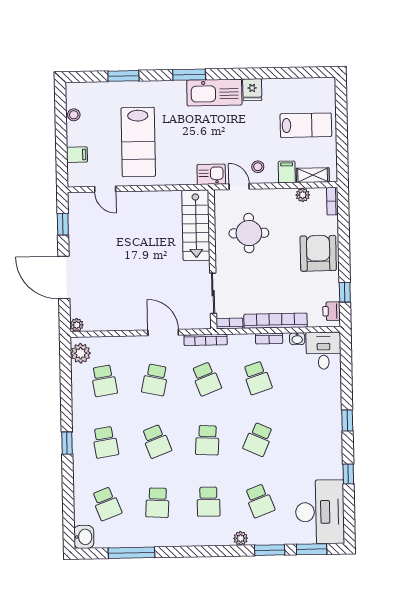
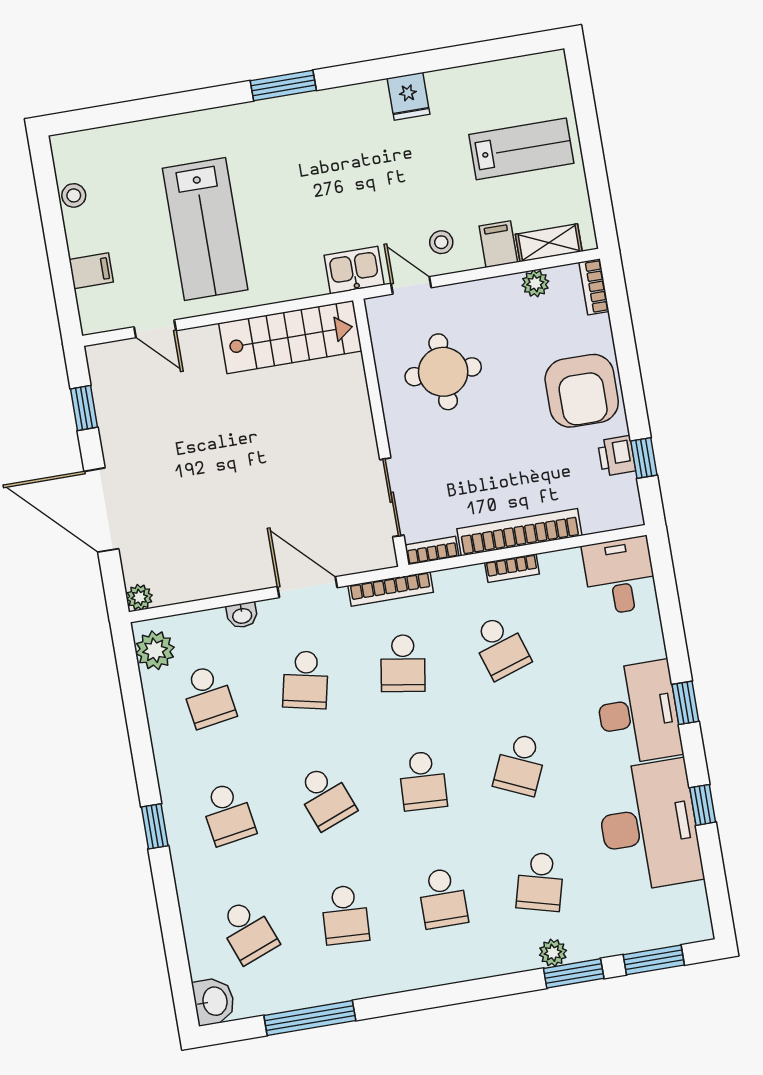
window: (123, 76) -> (158, 107), removed
kitchen sink: (214, 92) -> (337, 112), removed
stairs: (196, 225) -> (290, 337), moved, turned -90
armchair: (318, 253) -> (582, 391), turned 180
printer: (331, 311) -> (617, 456), moved
washbasin: (297, 339) -> (242, 615), moved
school desk: (206, 379) -> (403, 663), turned 30
desk: (322, 422) -> (638, 713), added
school desk: (259, 501) -> (540, 882), turned 36
desk: (320, 512) -> (649, 826), moved
plant: (241, 538) -> (553, 953), moved

